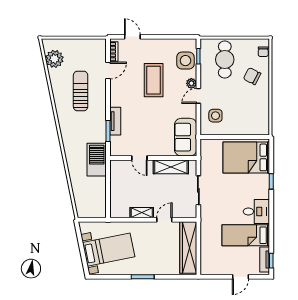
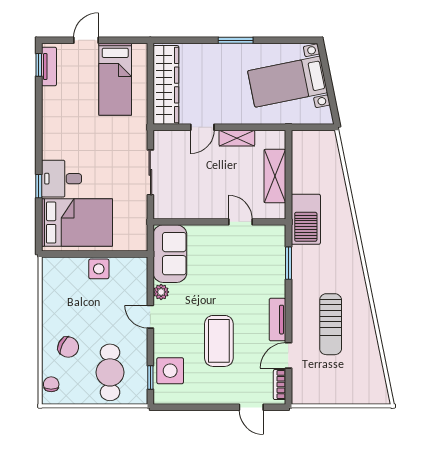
plant: (54, 59) -> (371, 373), removed
plant: (191, 83) -> (161, 292), moved
door: (198, 96) -> (150, 317), swing flipped
side table: (215, 116) -> (99, 269), moved
tv unit: (115, 121) -> (277, 320), moved
shelving: (171, 167) -> (275, 176), moved, turned 90
desk: (256, 212) -> (62, 179), moved
bed: (246, 235) -> (115, 79), moved, turned 90

